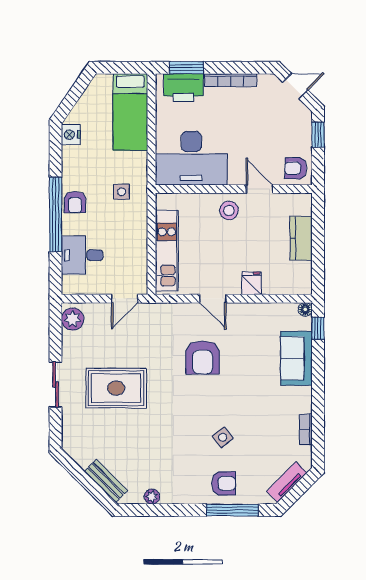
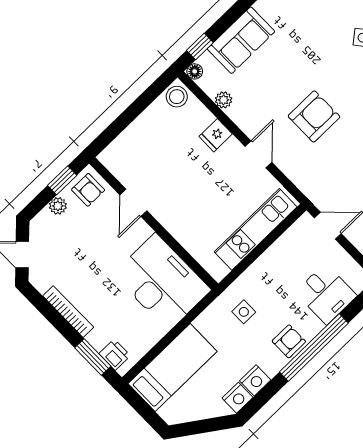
printer: (183, 88) -> (115, 355), width x0.53, depth x0.68
window: (318, 135) -> (62, 180), moved
plant: (304, 139) -> (58, 206), added
nightstand: (71, 157) -> (255, 380), added
stool: (229, 211) -> (177, 97), moved
kitchen counter: (301, 238) -> (140, 131), removed
plant: (269, 310) -> (224, 100), added

